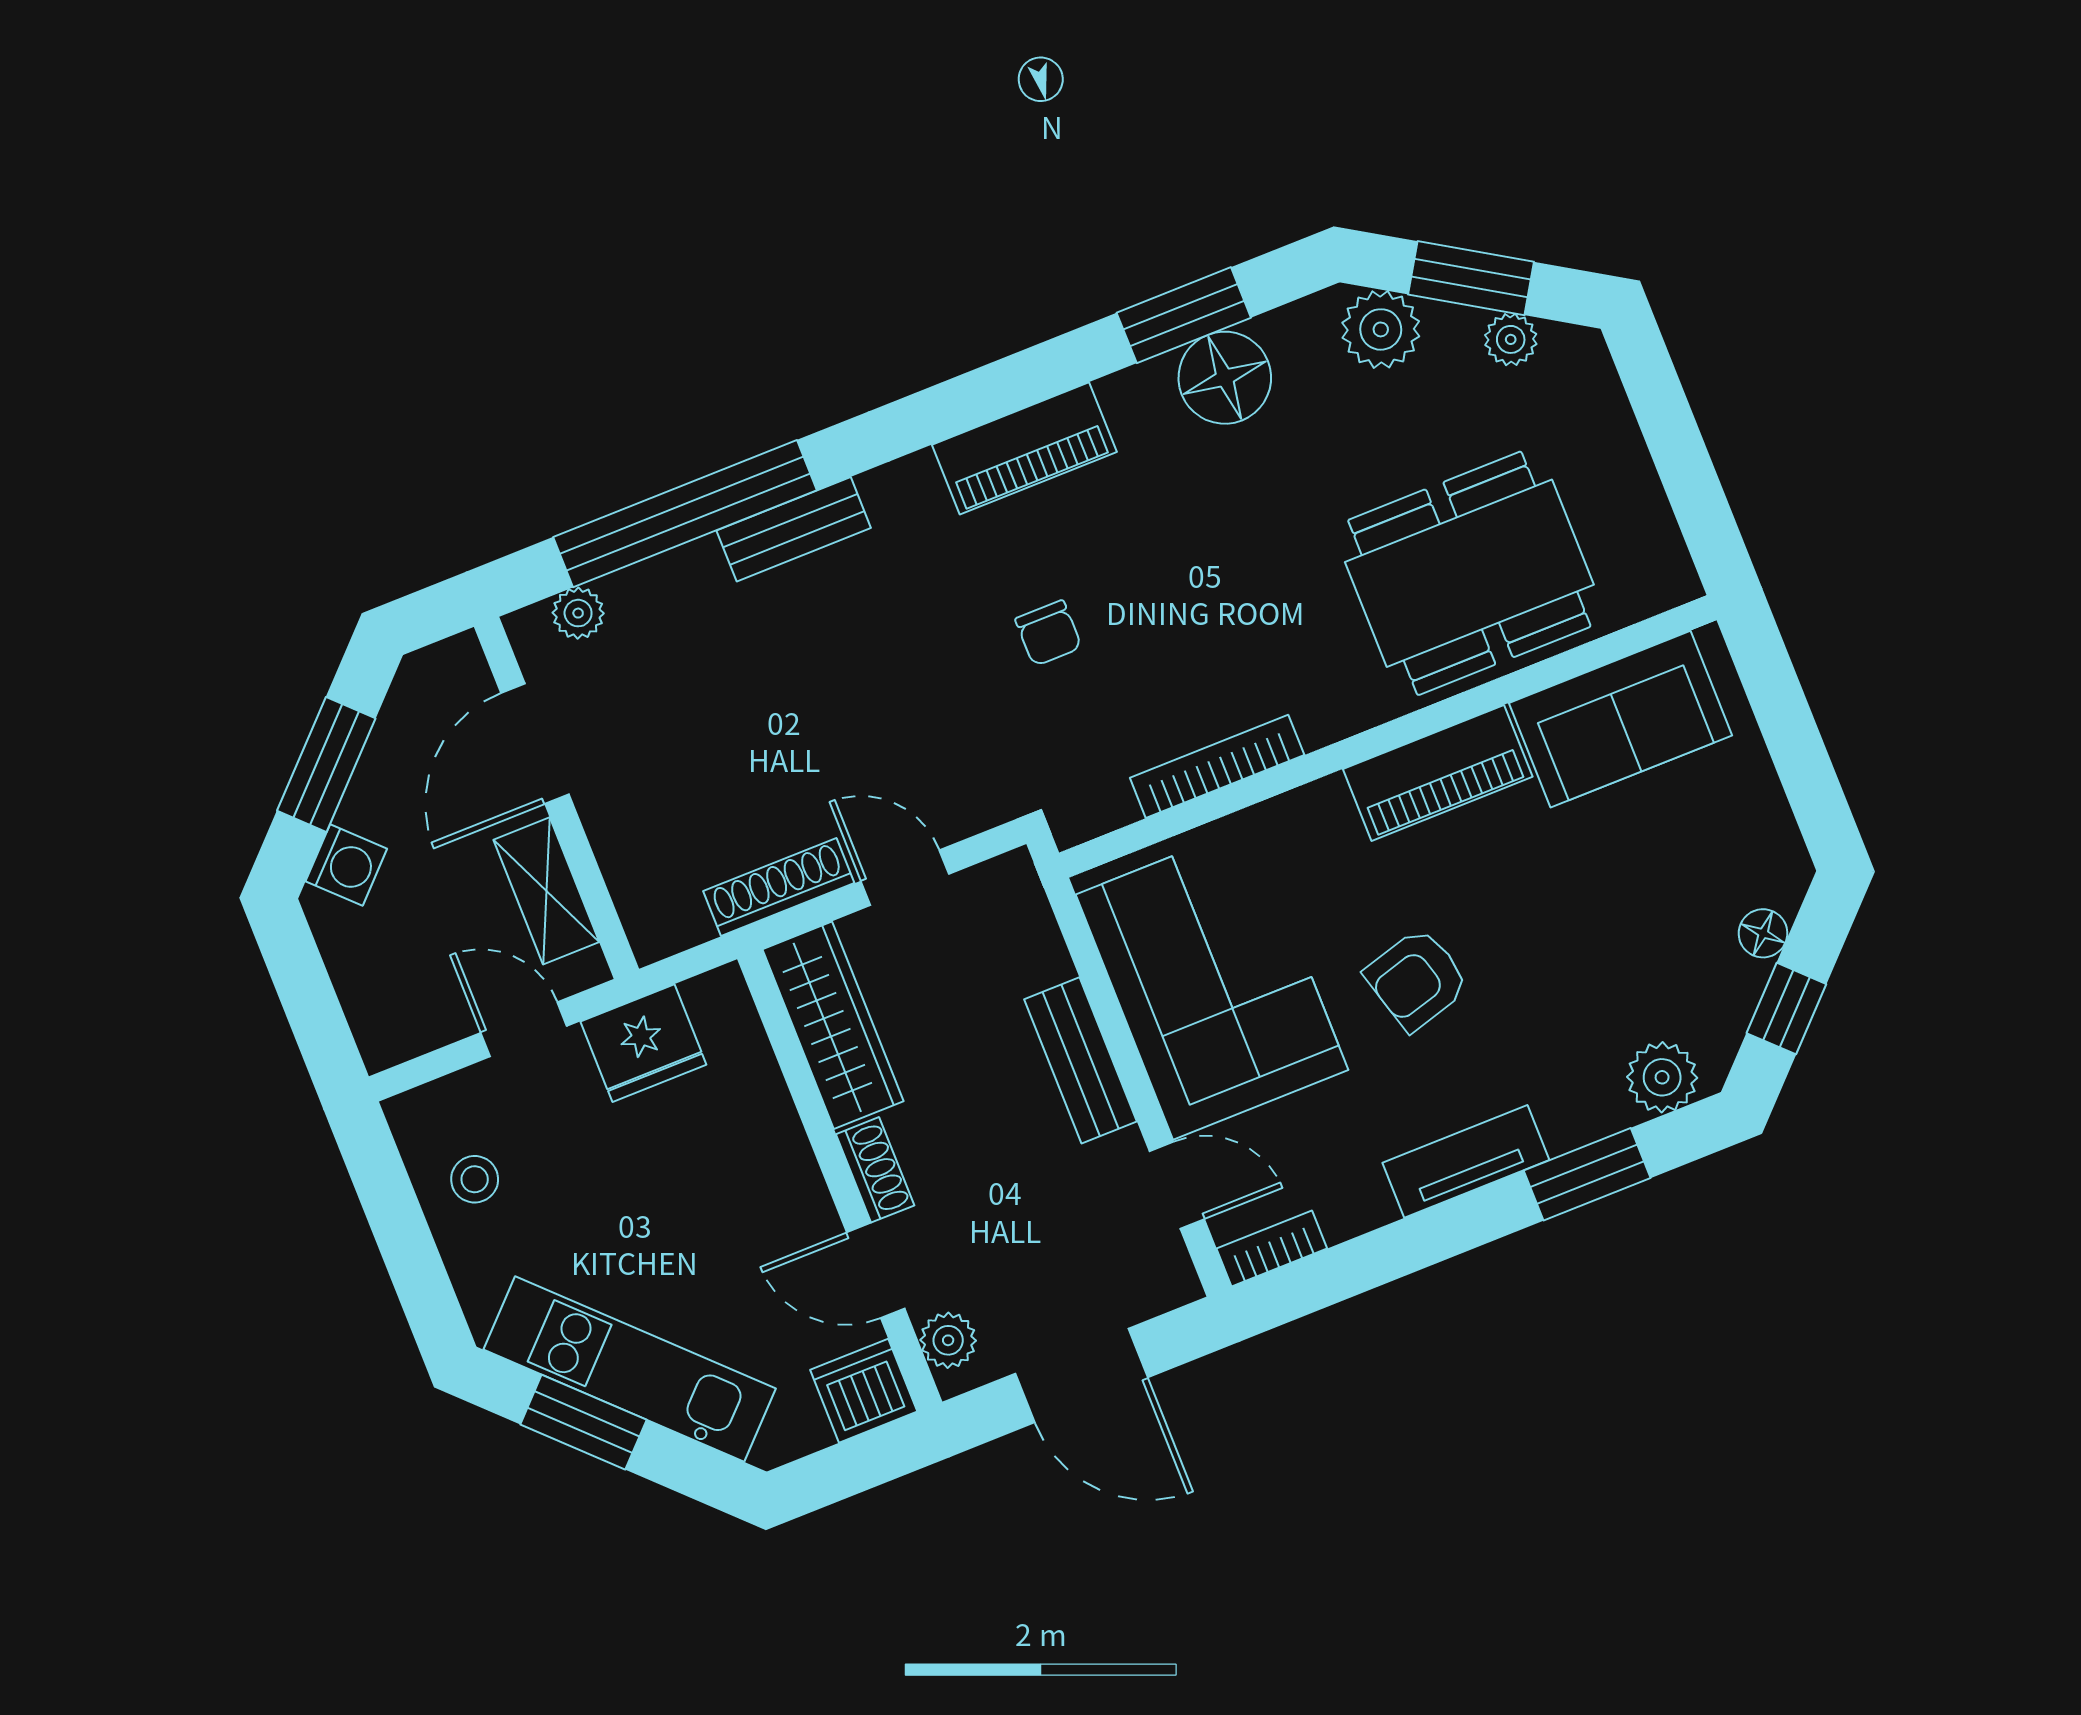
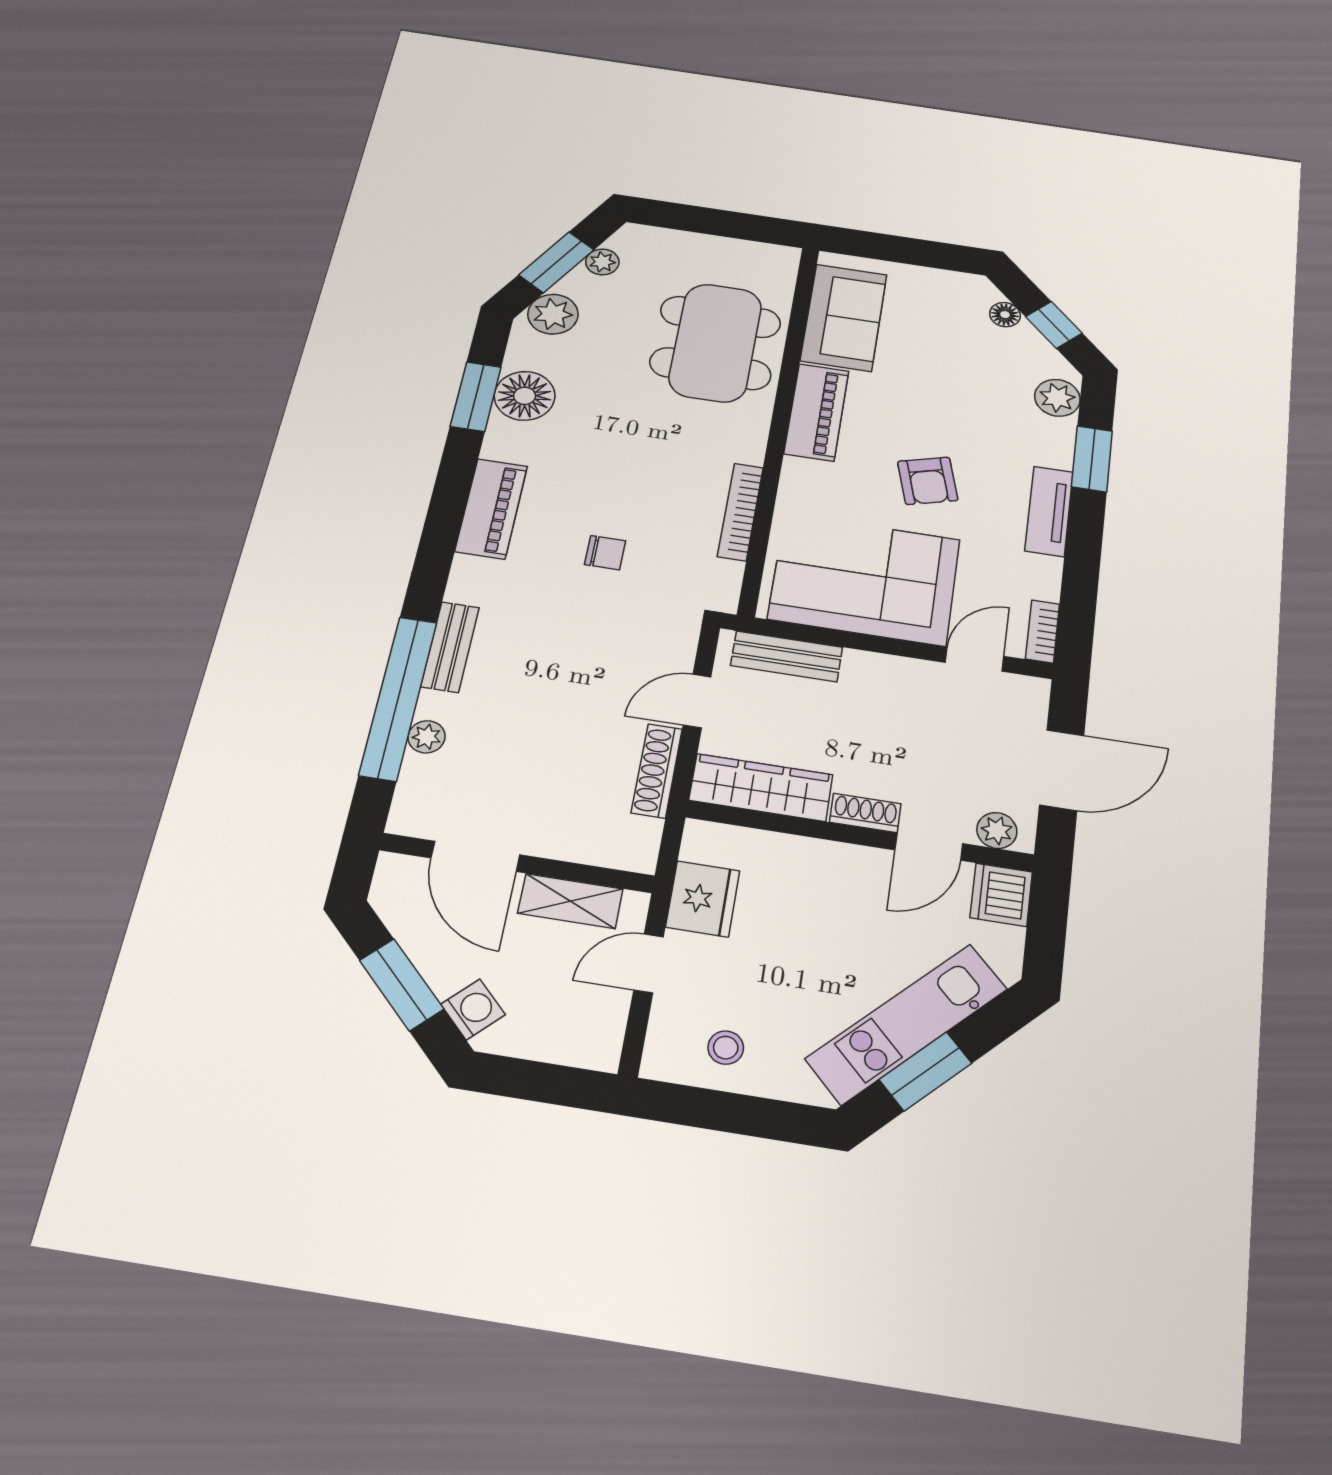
plant: (578, 613) -> (427, 737), moved
bench: (1081, 1060) -> (787, 656), moved

